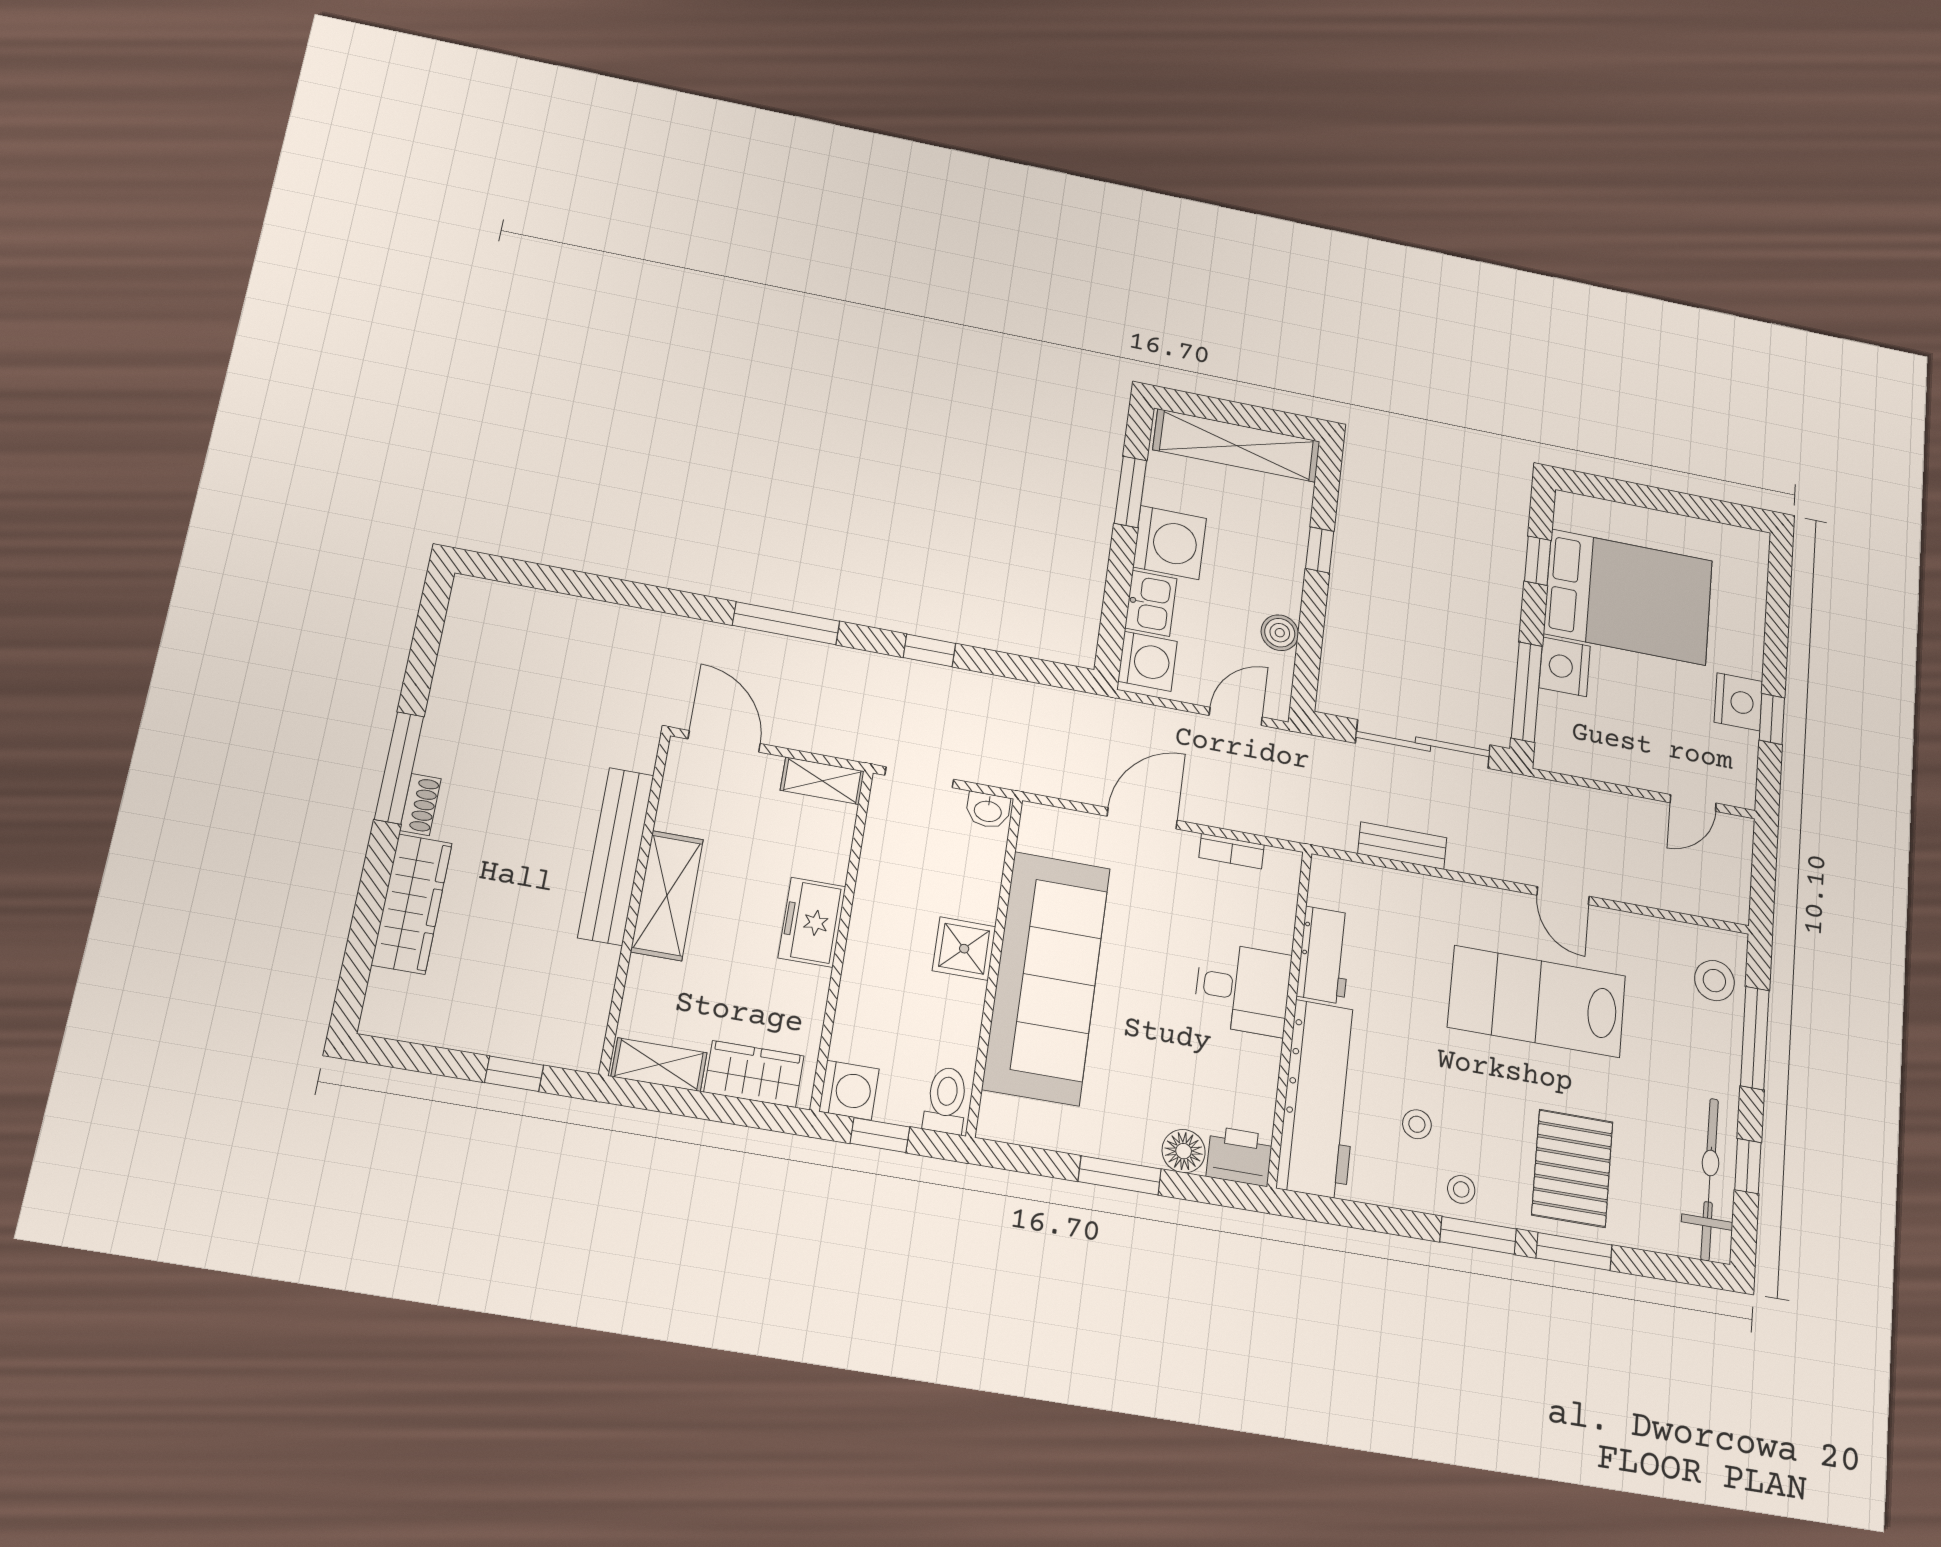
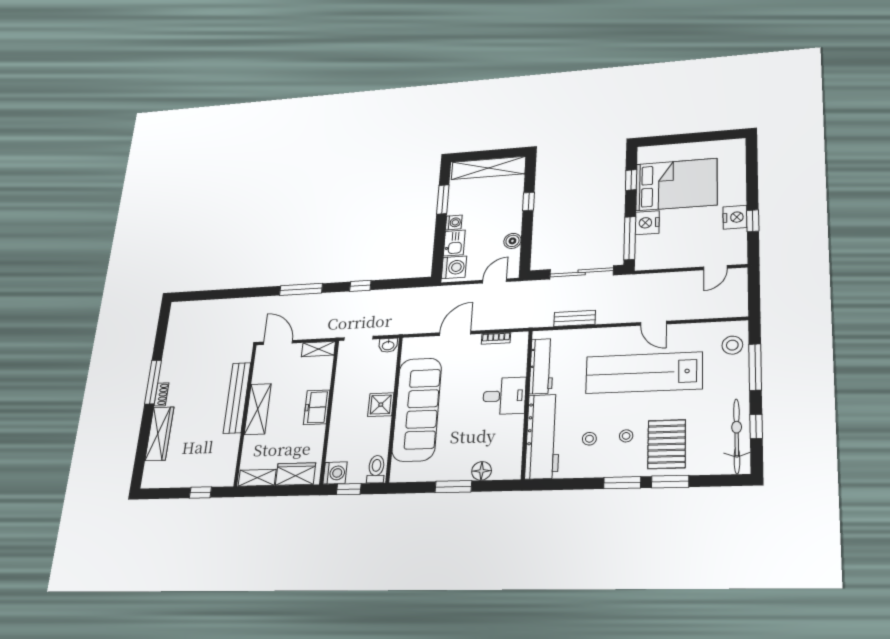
washing machine: (1170, 543) -> (454, 222), width x0.53, depth x0.53
workbench: (1324, 955) -> (542, 366), width x1.37
lab bench: (1537, 1001) -> (644, 373), width x1.36
printer: (1239, 1156) -> (507, 468), removed
stool: (1461, 1189) -> (626, 436), moved

